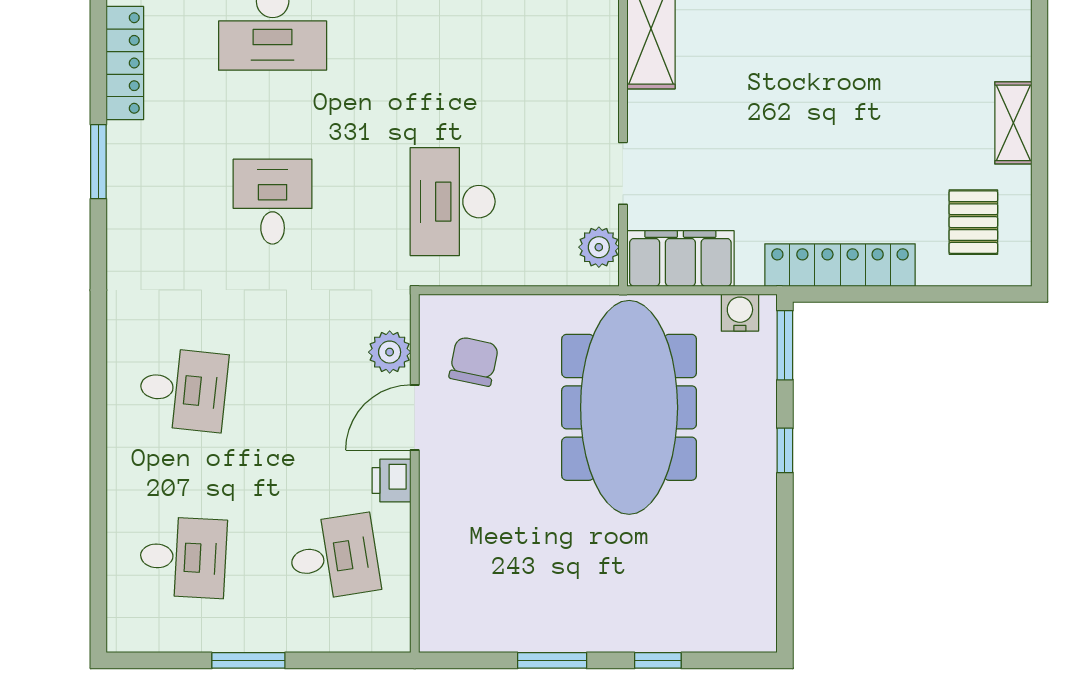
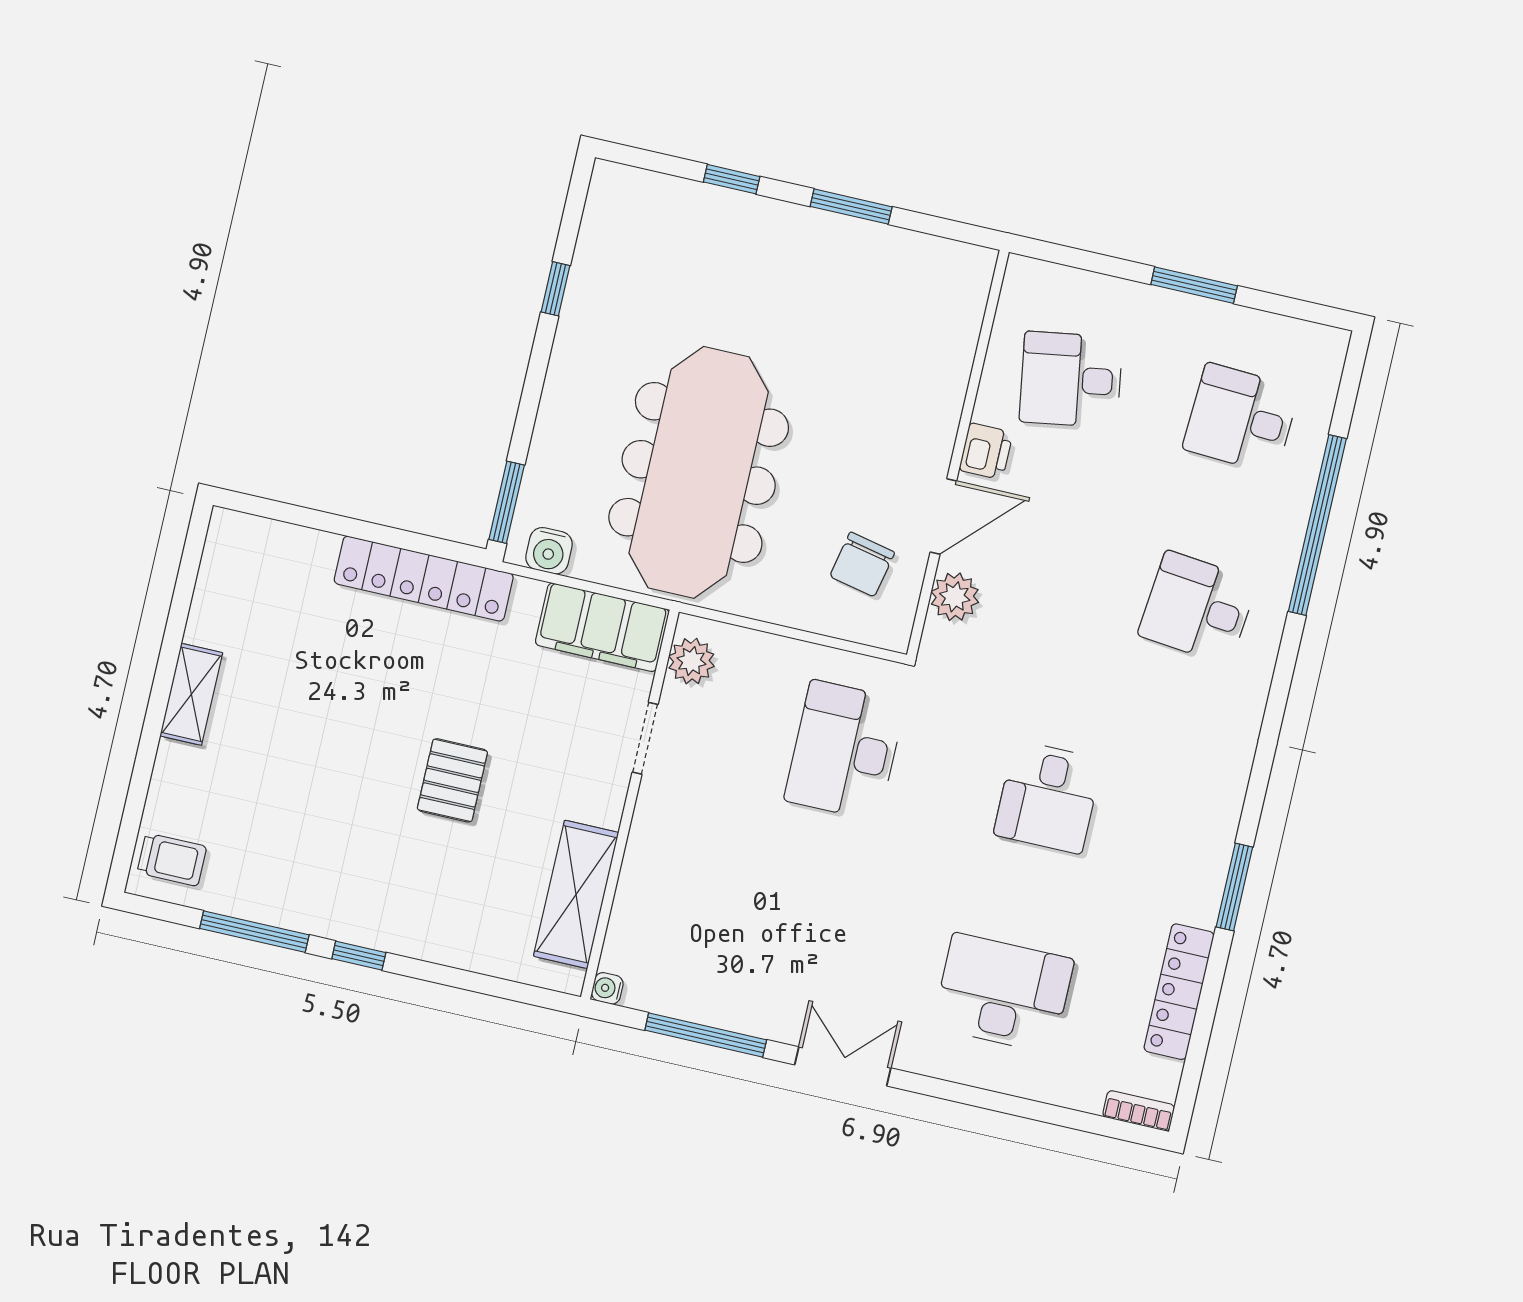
desk: (453, 202) -> (845, 750), turned 180
pallet: (973, 222) -> (452, 780), moved
window: (785, 450) -> (556, 289), moved
window: (98, 482) -> (1317, 525), added

